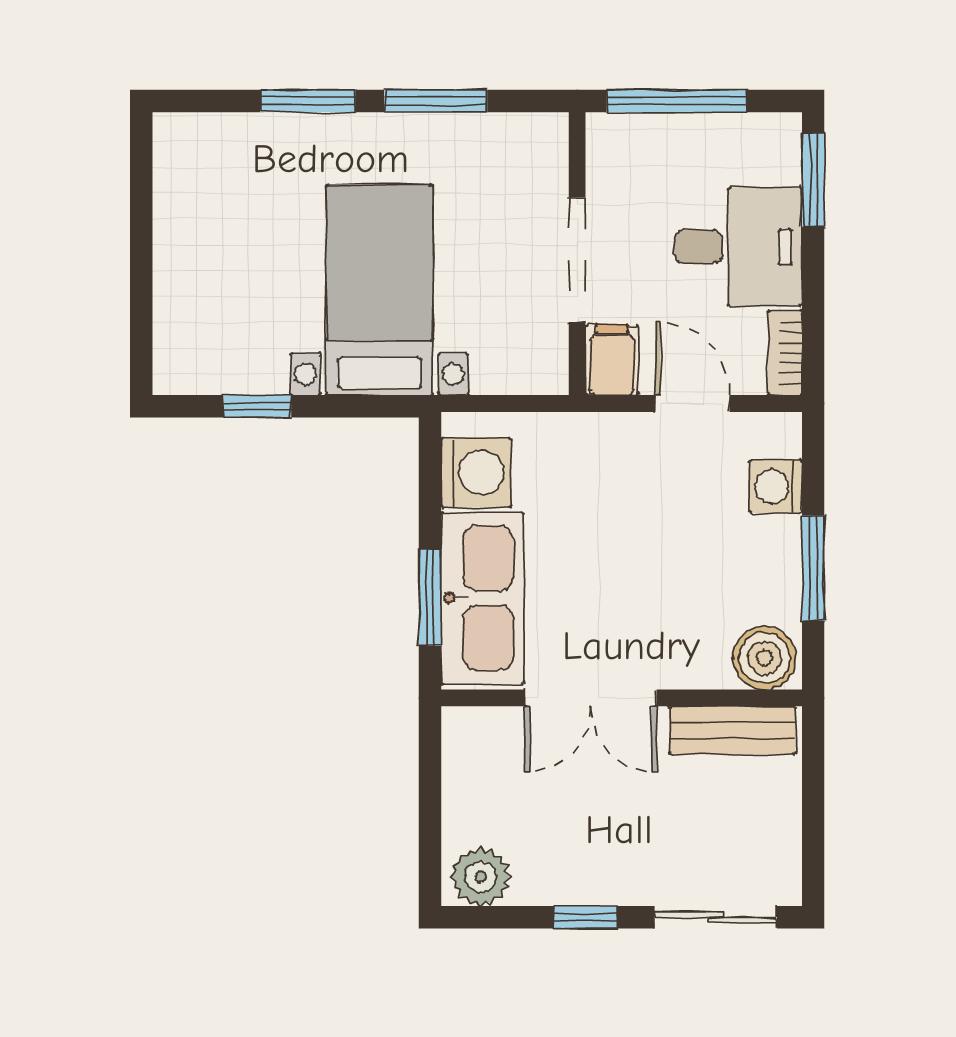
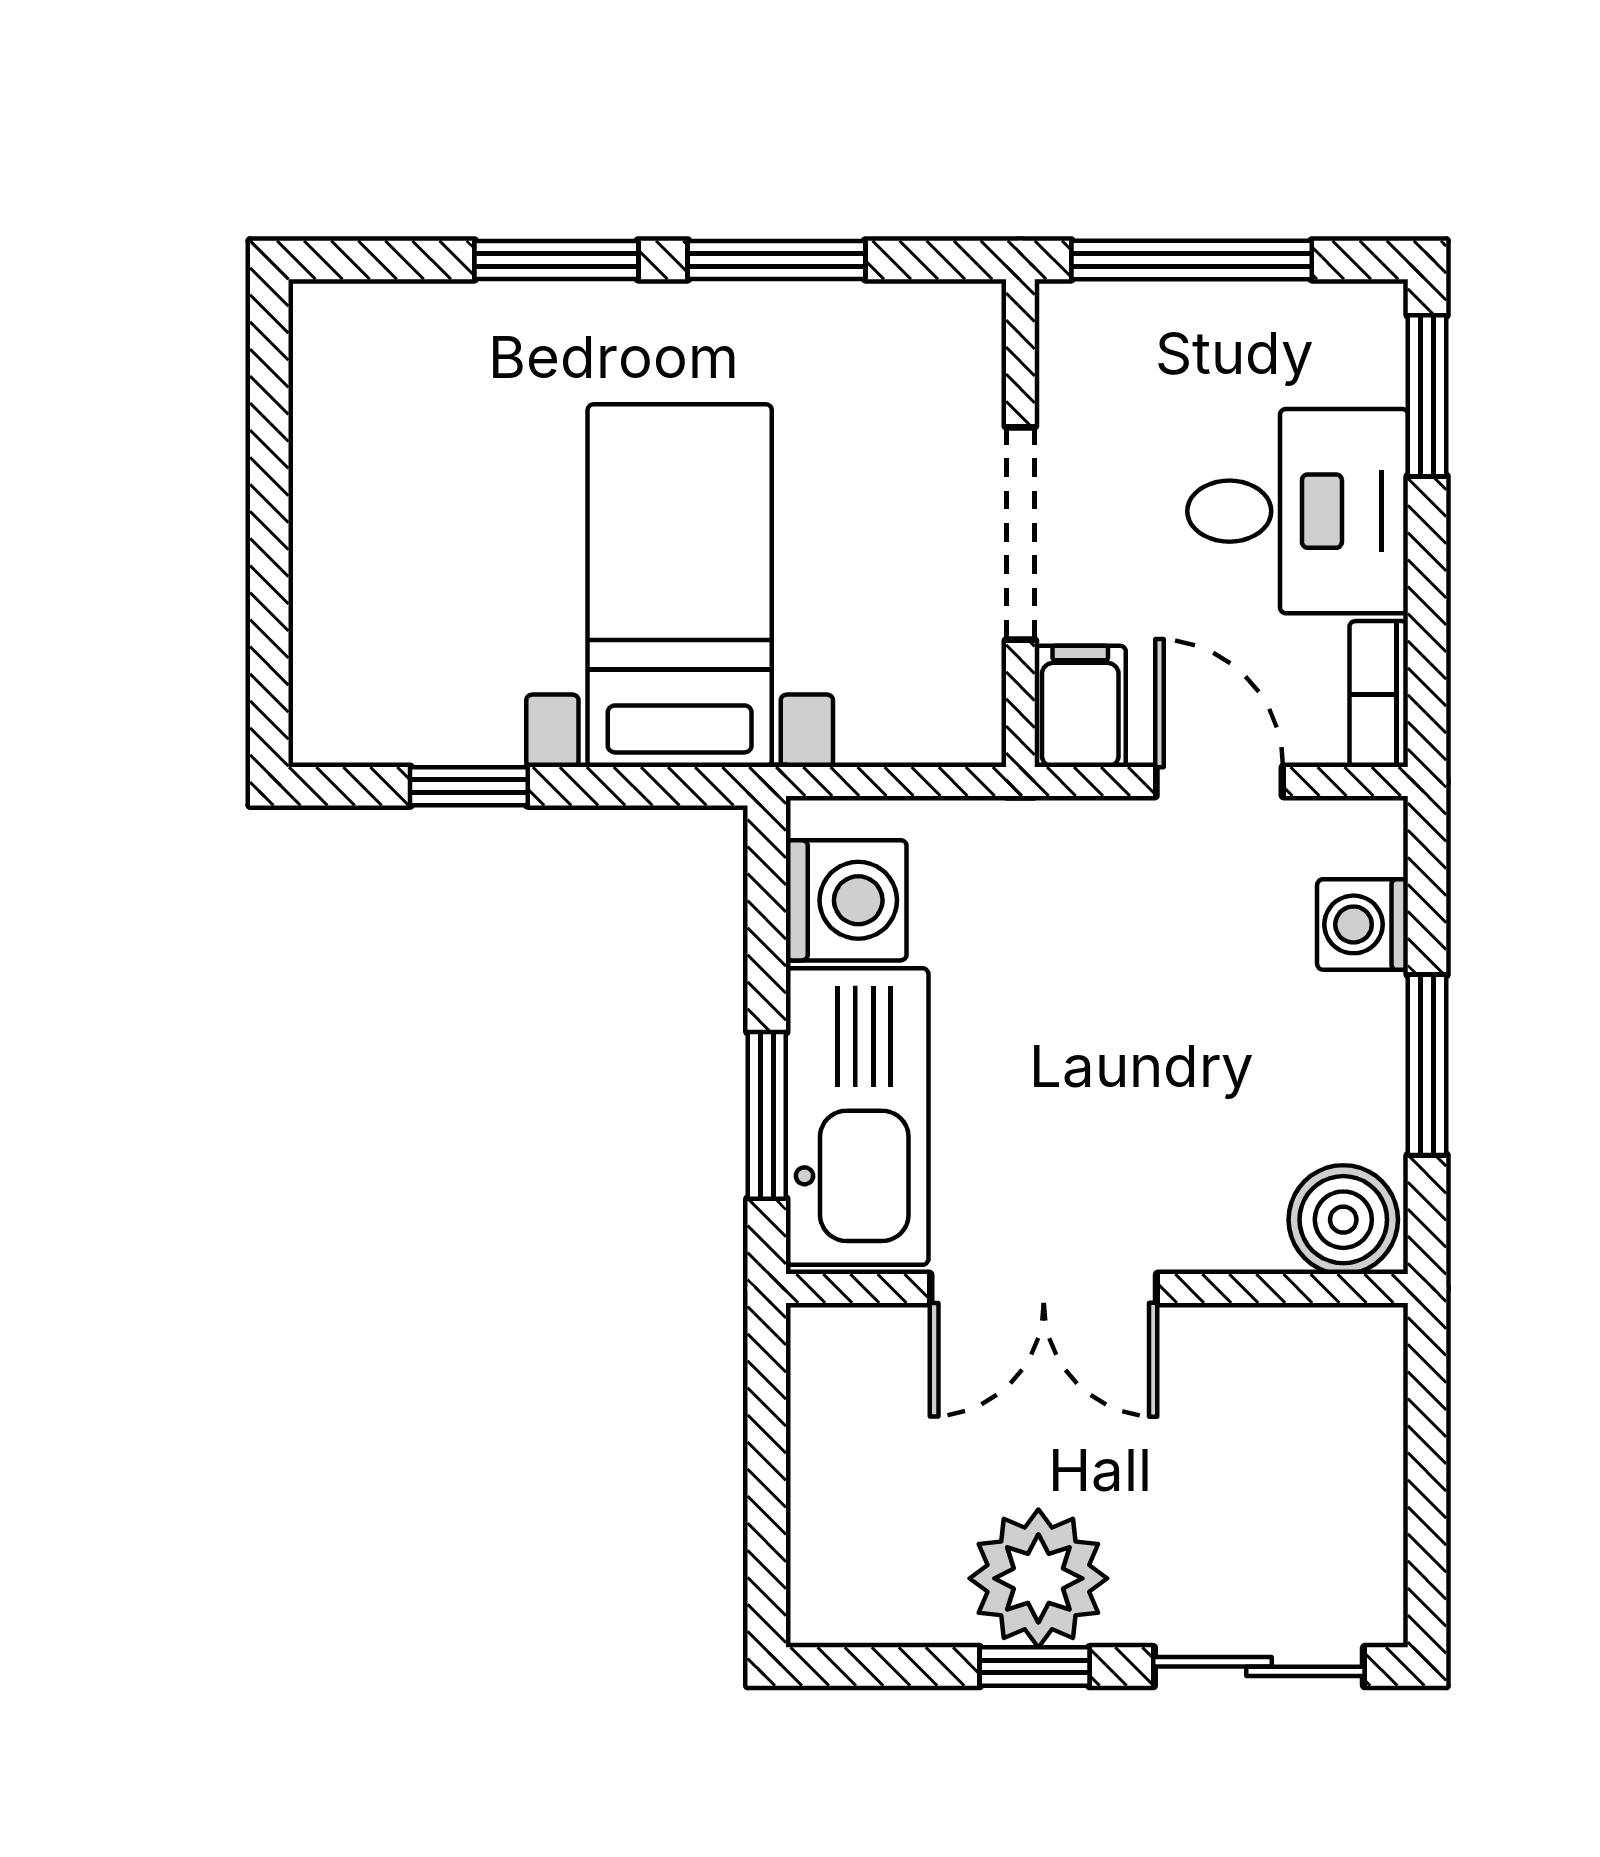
bench: (733, 730) -> (1288, 1344), removed
plant: (481, 877) -> (1038, 1578), moved, width x1.36, depth x1.36

